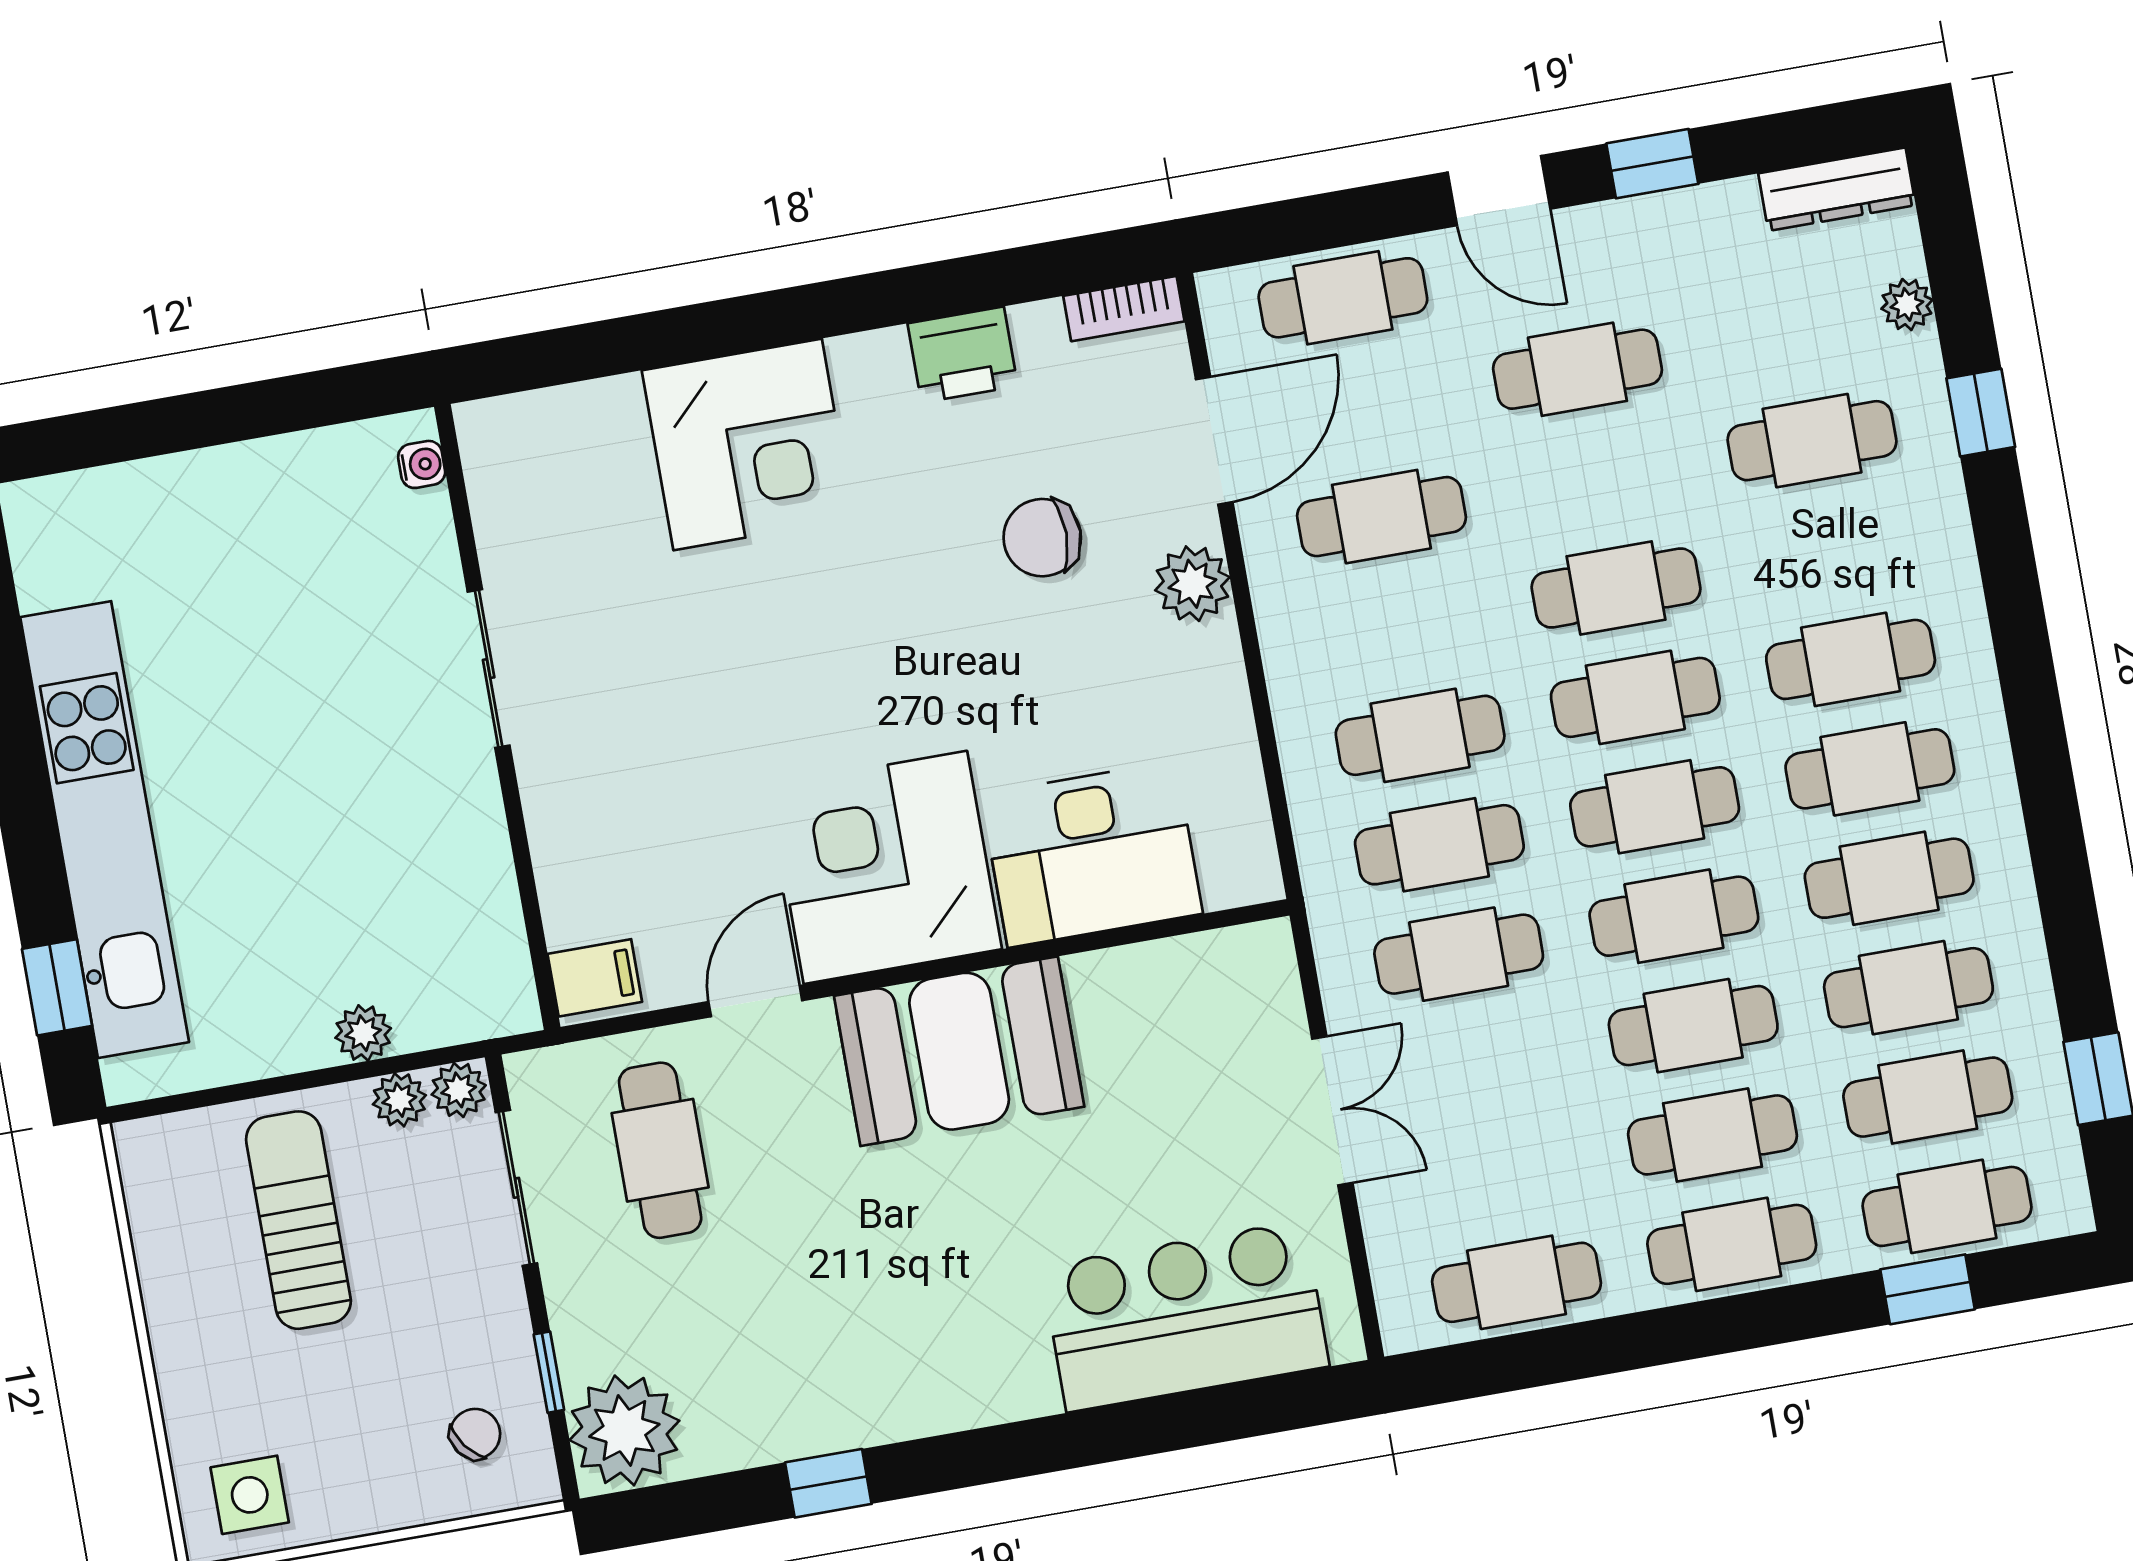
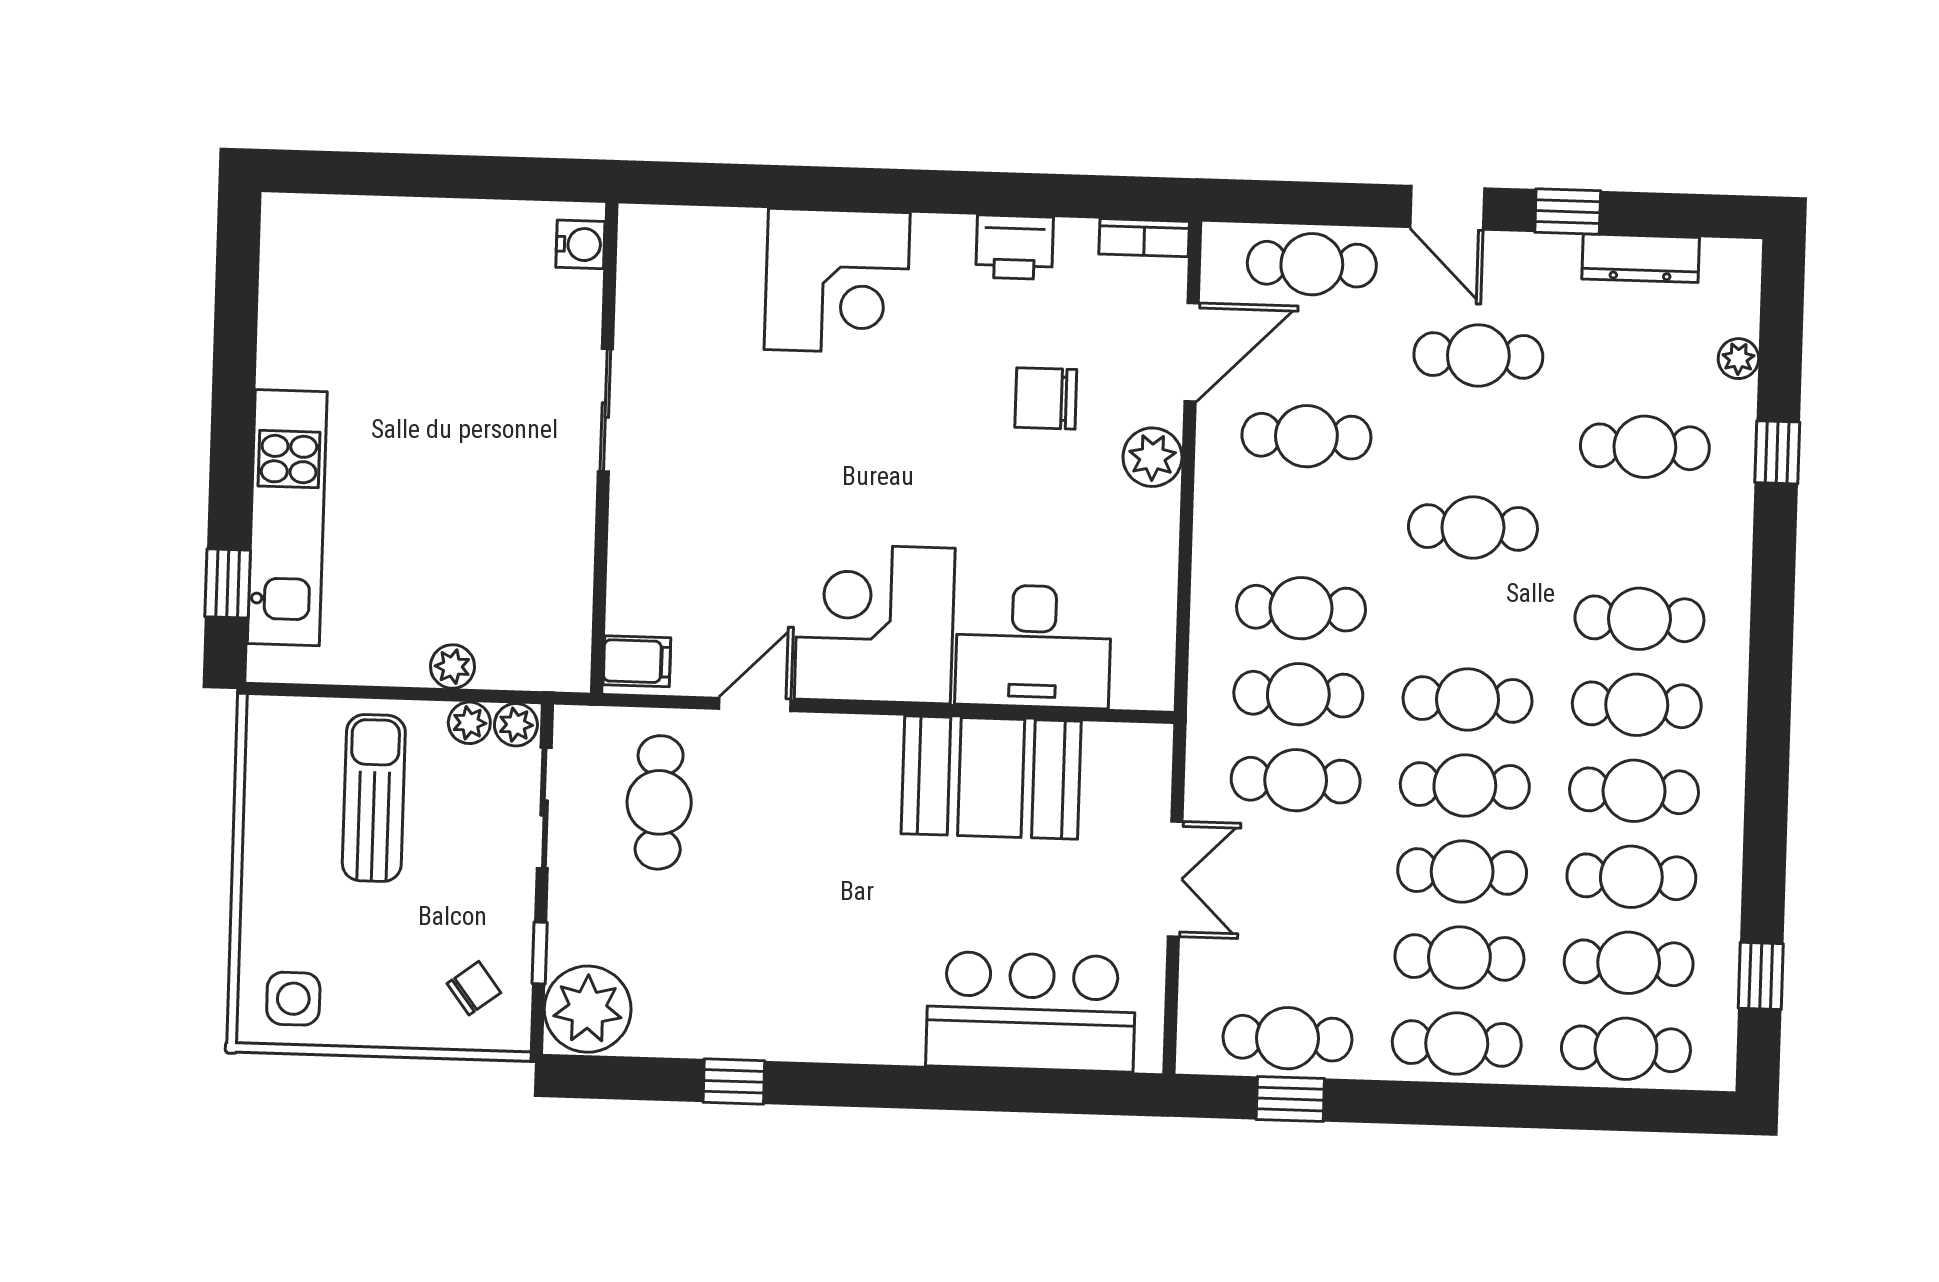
dresser: (1837, 189) -> (1641, 258), moved
water cooler: (422, 464) -> (580, 244), width x1.38, depth x1.38
cafe table: (1635, 697) -> (1470, 613), removed
kitchen unit: (105, 830) -> (287, 518), width x0.73
booth: (959, 1051) -> (991, 777), moved
window: (1928, 1289) -> (1290, 1099), moved

